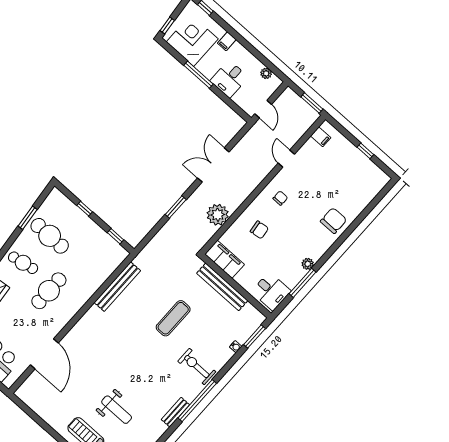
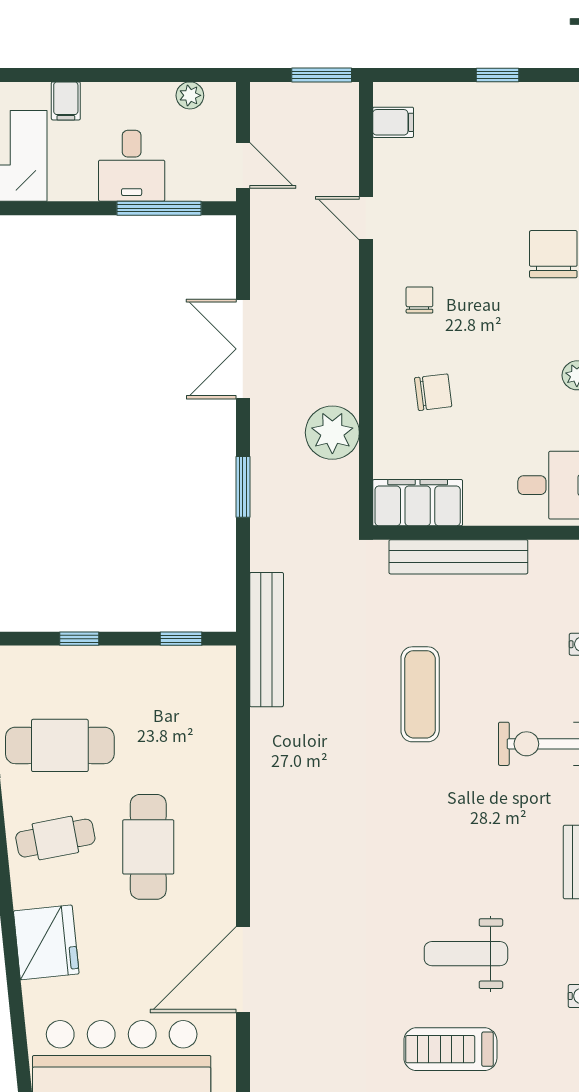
window: (198, 75) -> (159, 208), moved
bench: (117, 287) -> (267, 640), moved
door: (44, 354) -> (243, 970), swing flipped
weight bench: (117, 410) -> (466, 954), turned 180

